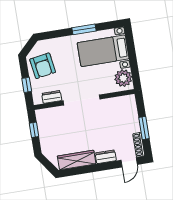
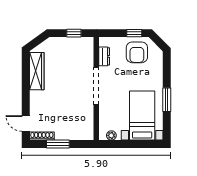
armchair: (43, 66) -> (137, 52), turned -81
plant: (123, 78) -> (111, 135), width x0.53, depth x0.53
window: (27, 85) -> (134, 33), moved
dresser: (106, 157) -> (35, 101), removed

